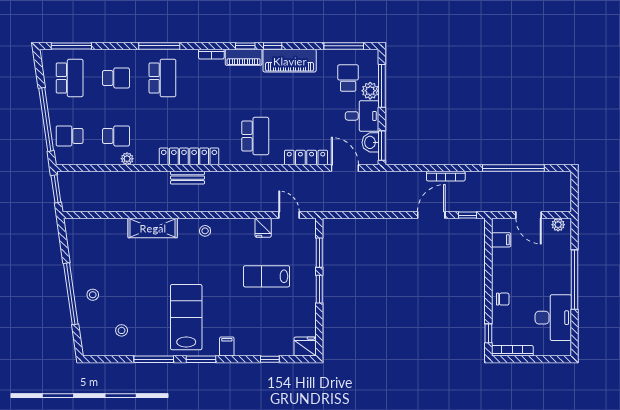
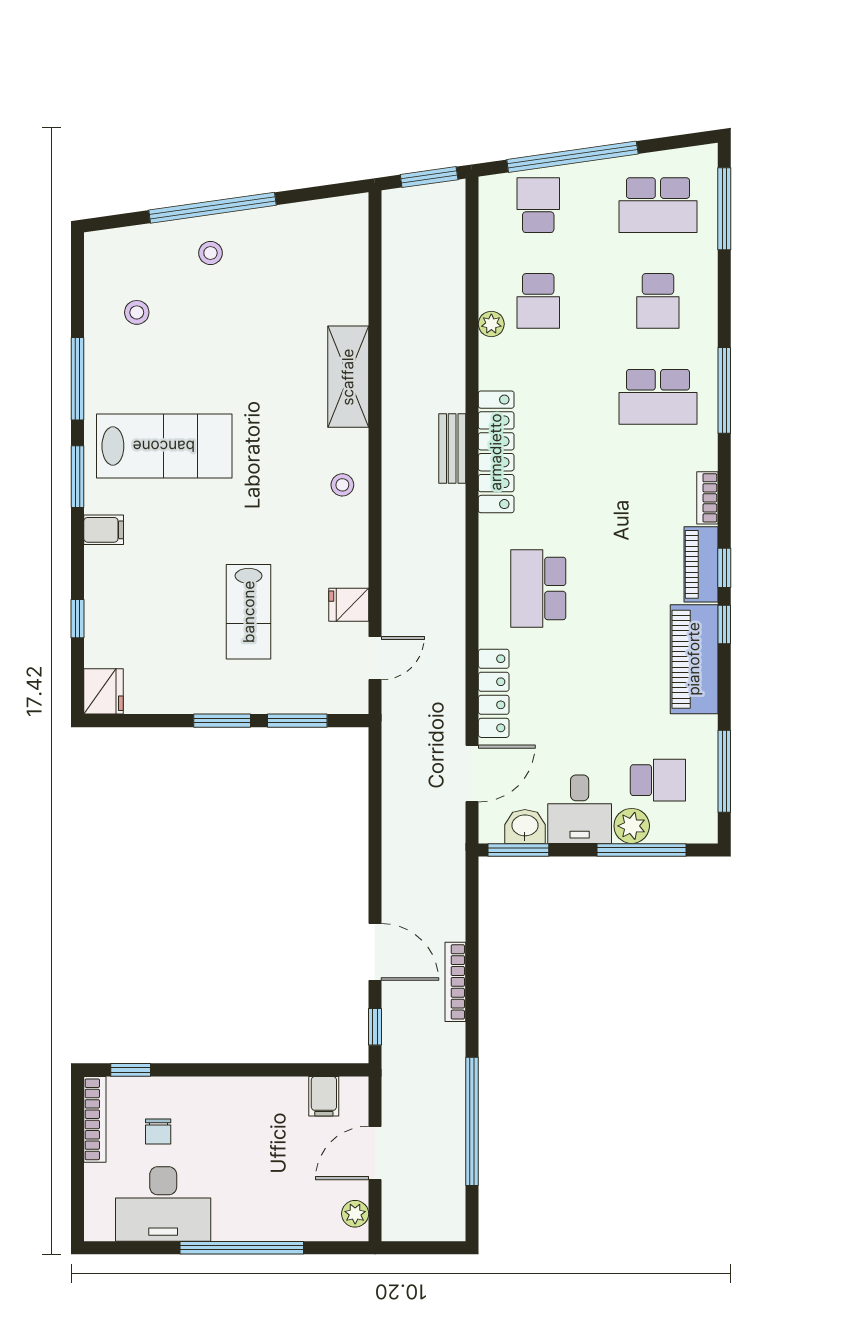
school desk: (255, 136) -> (538, 588), turned 90
lab bench: (267, 276) -> (249, 612), turned 180
chair: (503, 299) -> (158, 1131), moved

